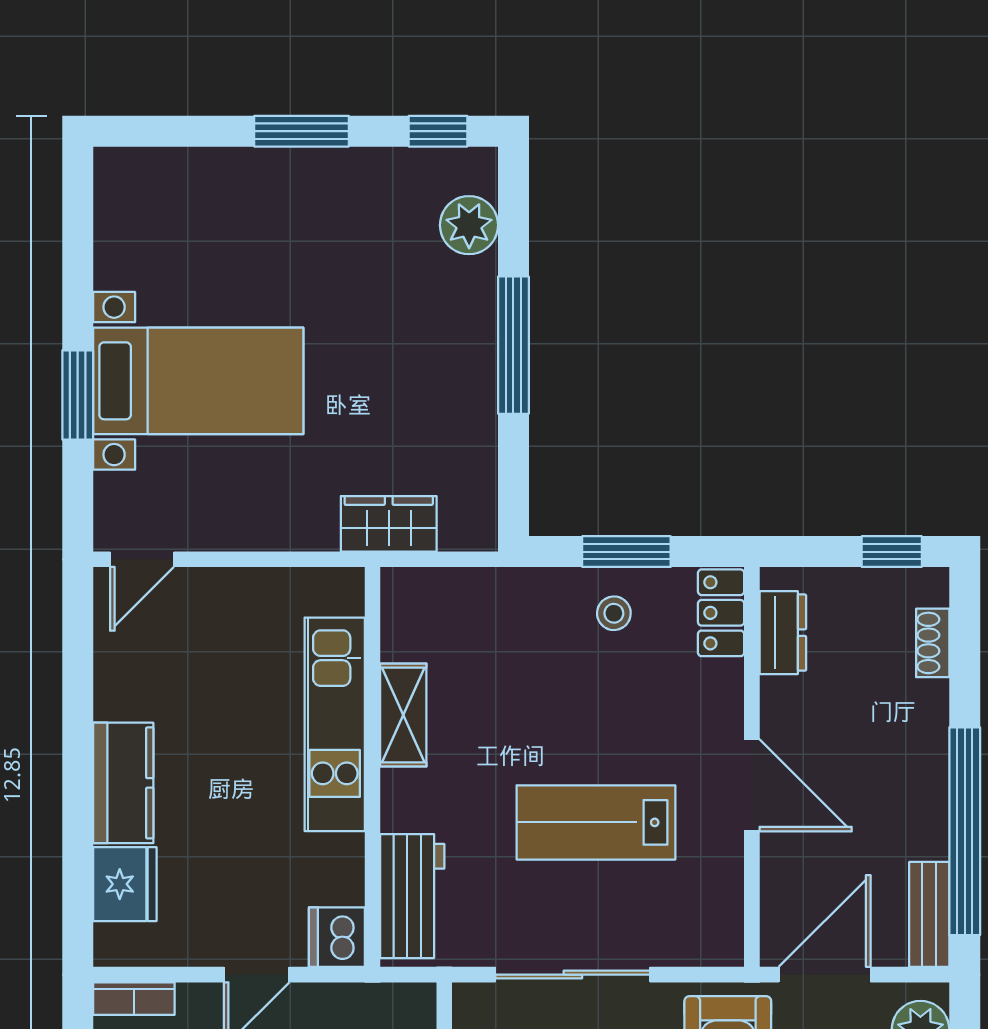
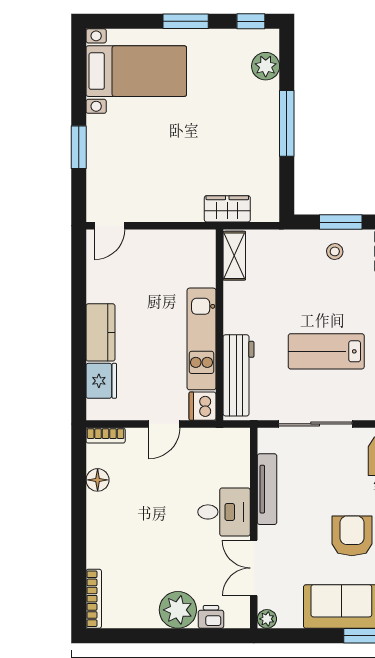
bed with nightstands: (198, 381) -> (136, 71), moved
shelving: (403, 715) -> (234, 256), moved
kitchen unit: (335, 724) -> (201, 339), moved
workbench: (412, 896) -> (238, 375), width x1.37

